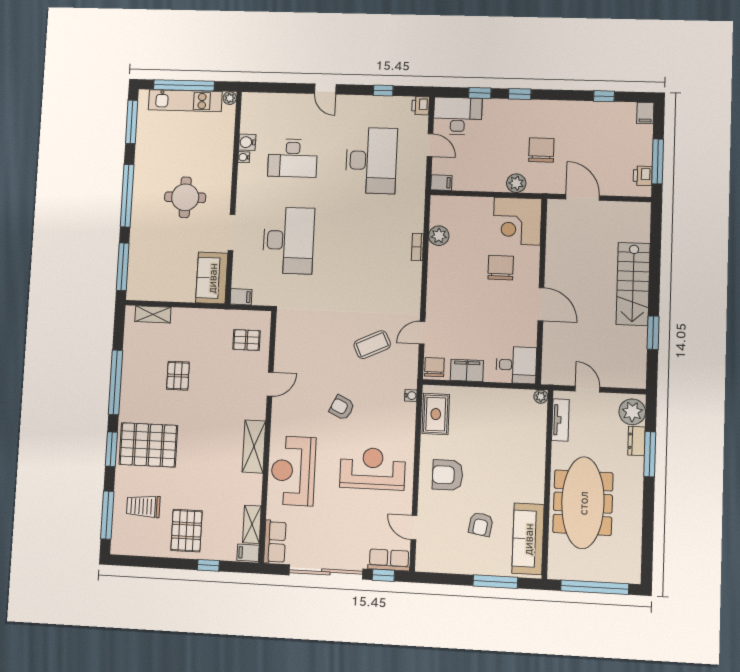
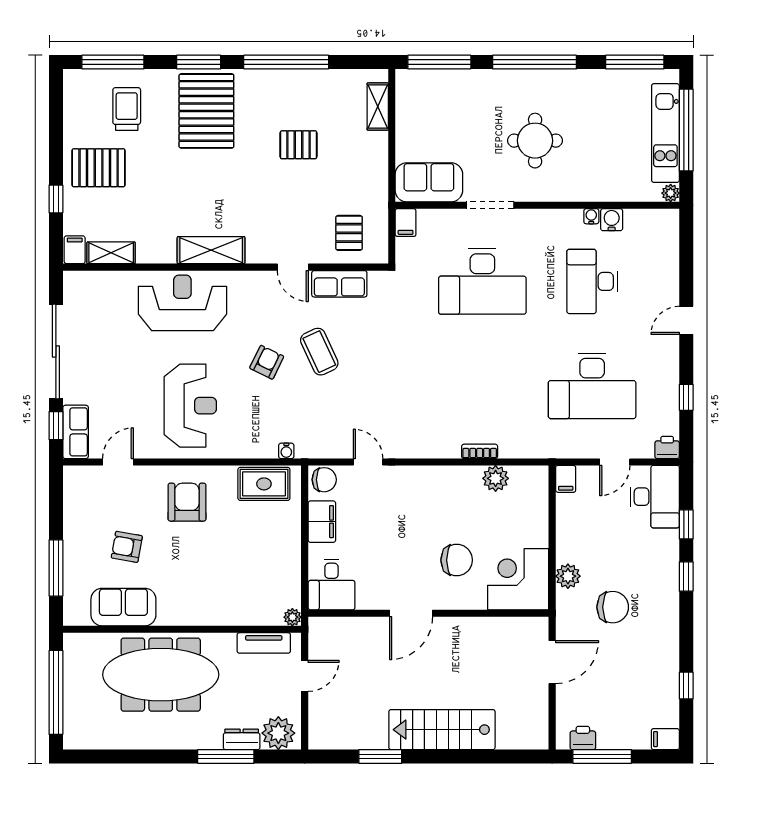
coffee table: (372, 345) -> (319, 352), moved
sofa: (528, 539) -> (123, 607), width x0.73
row of seats: (275, 542) -> (339, 284), moved

